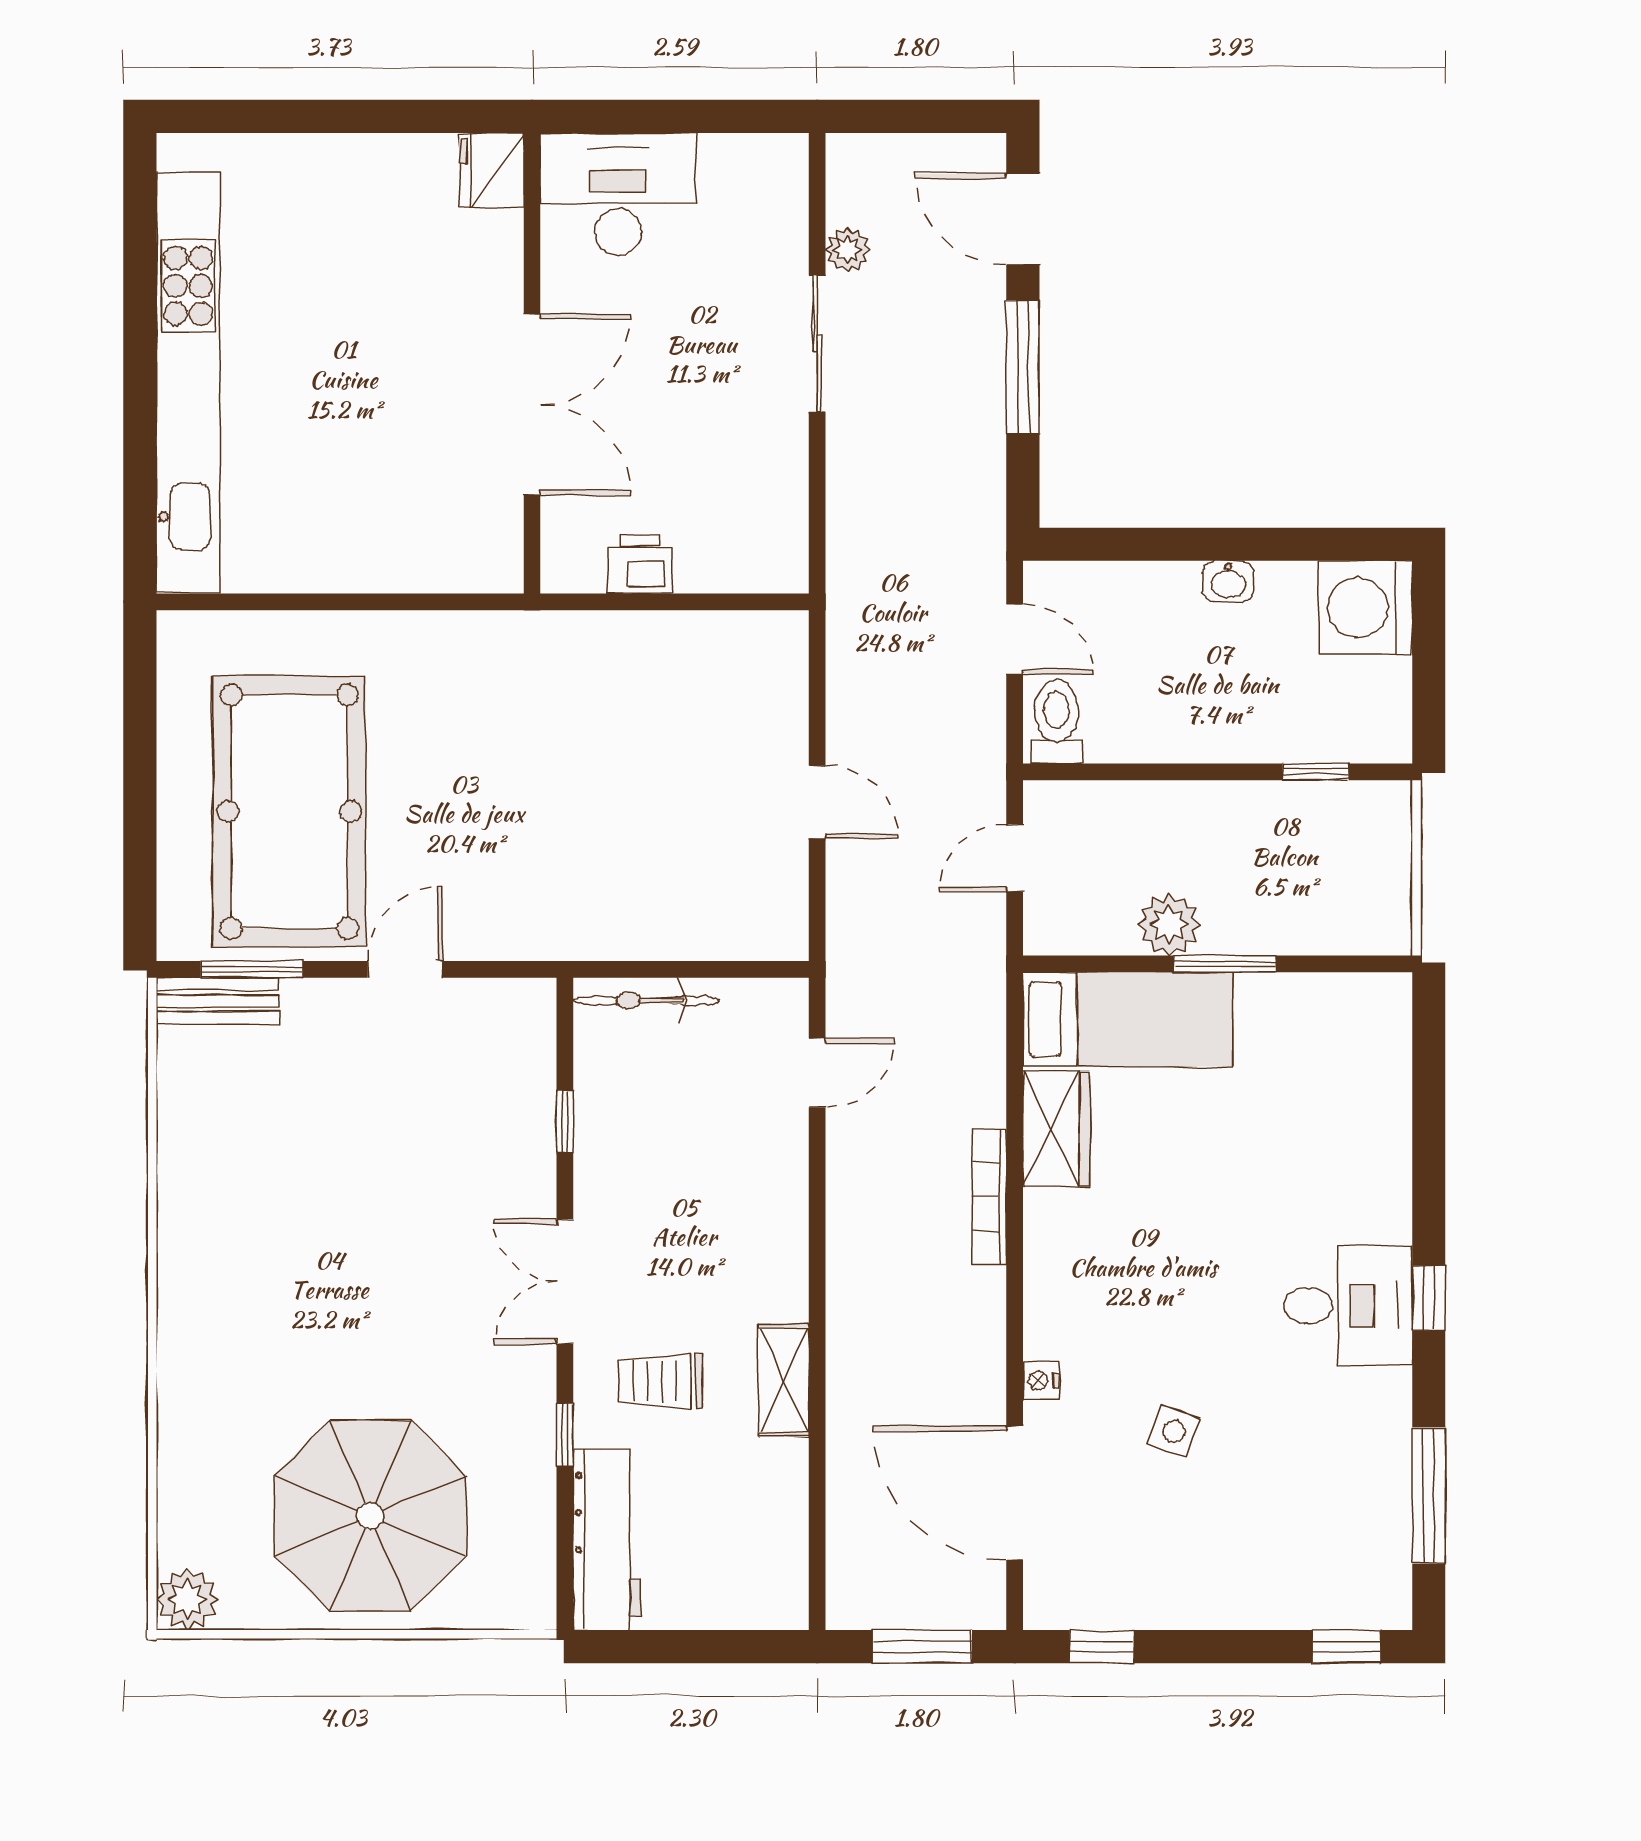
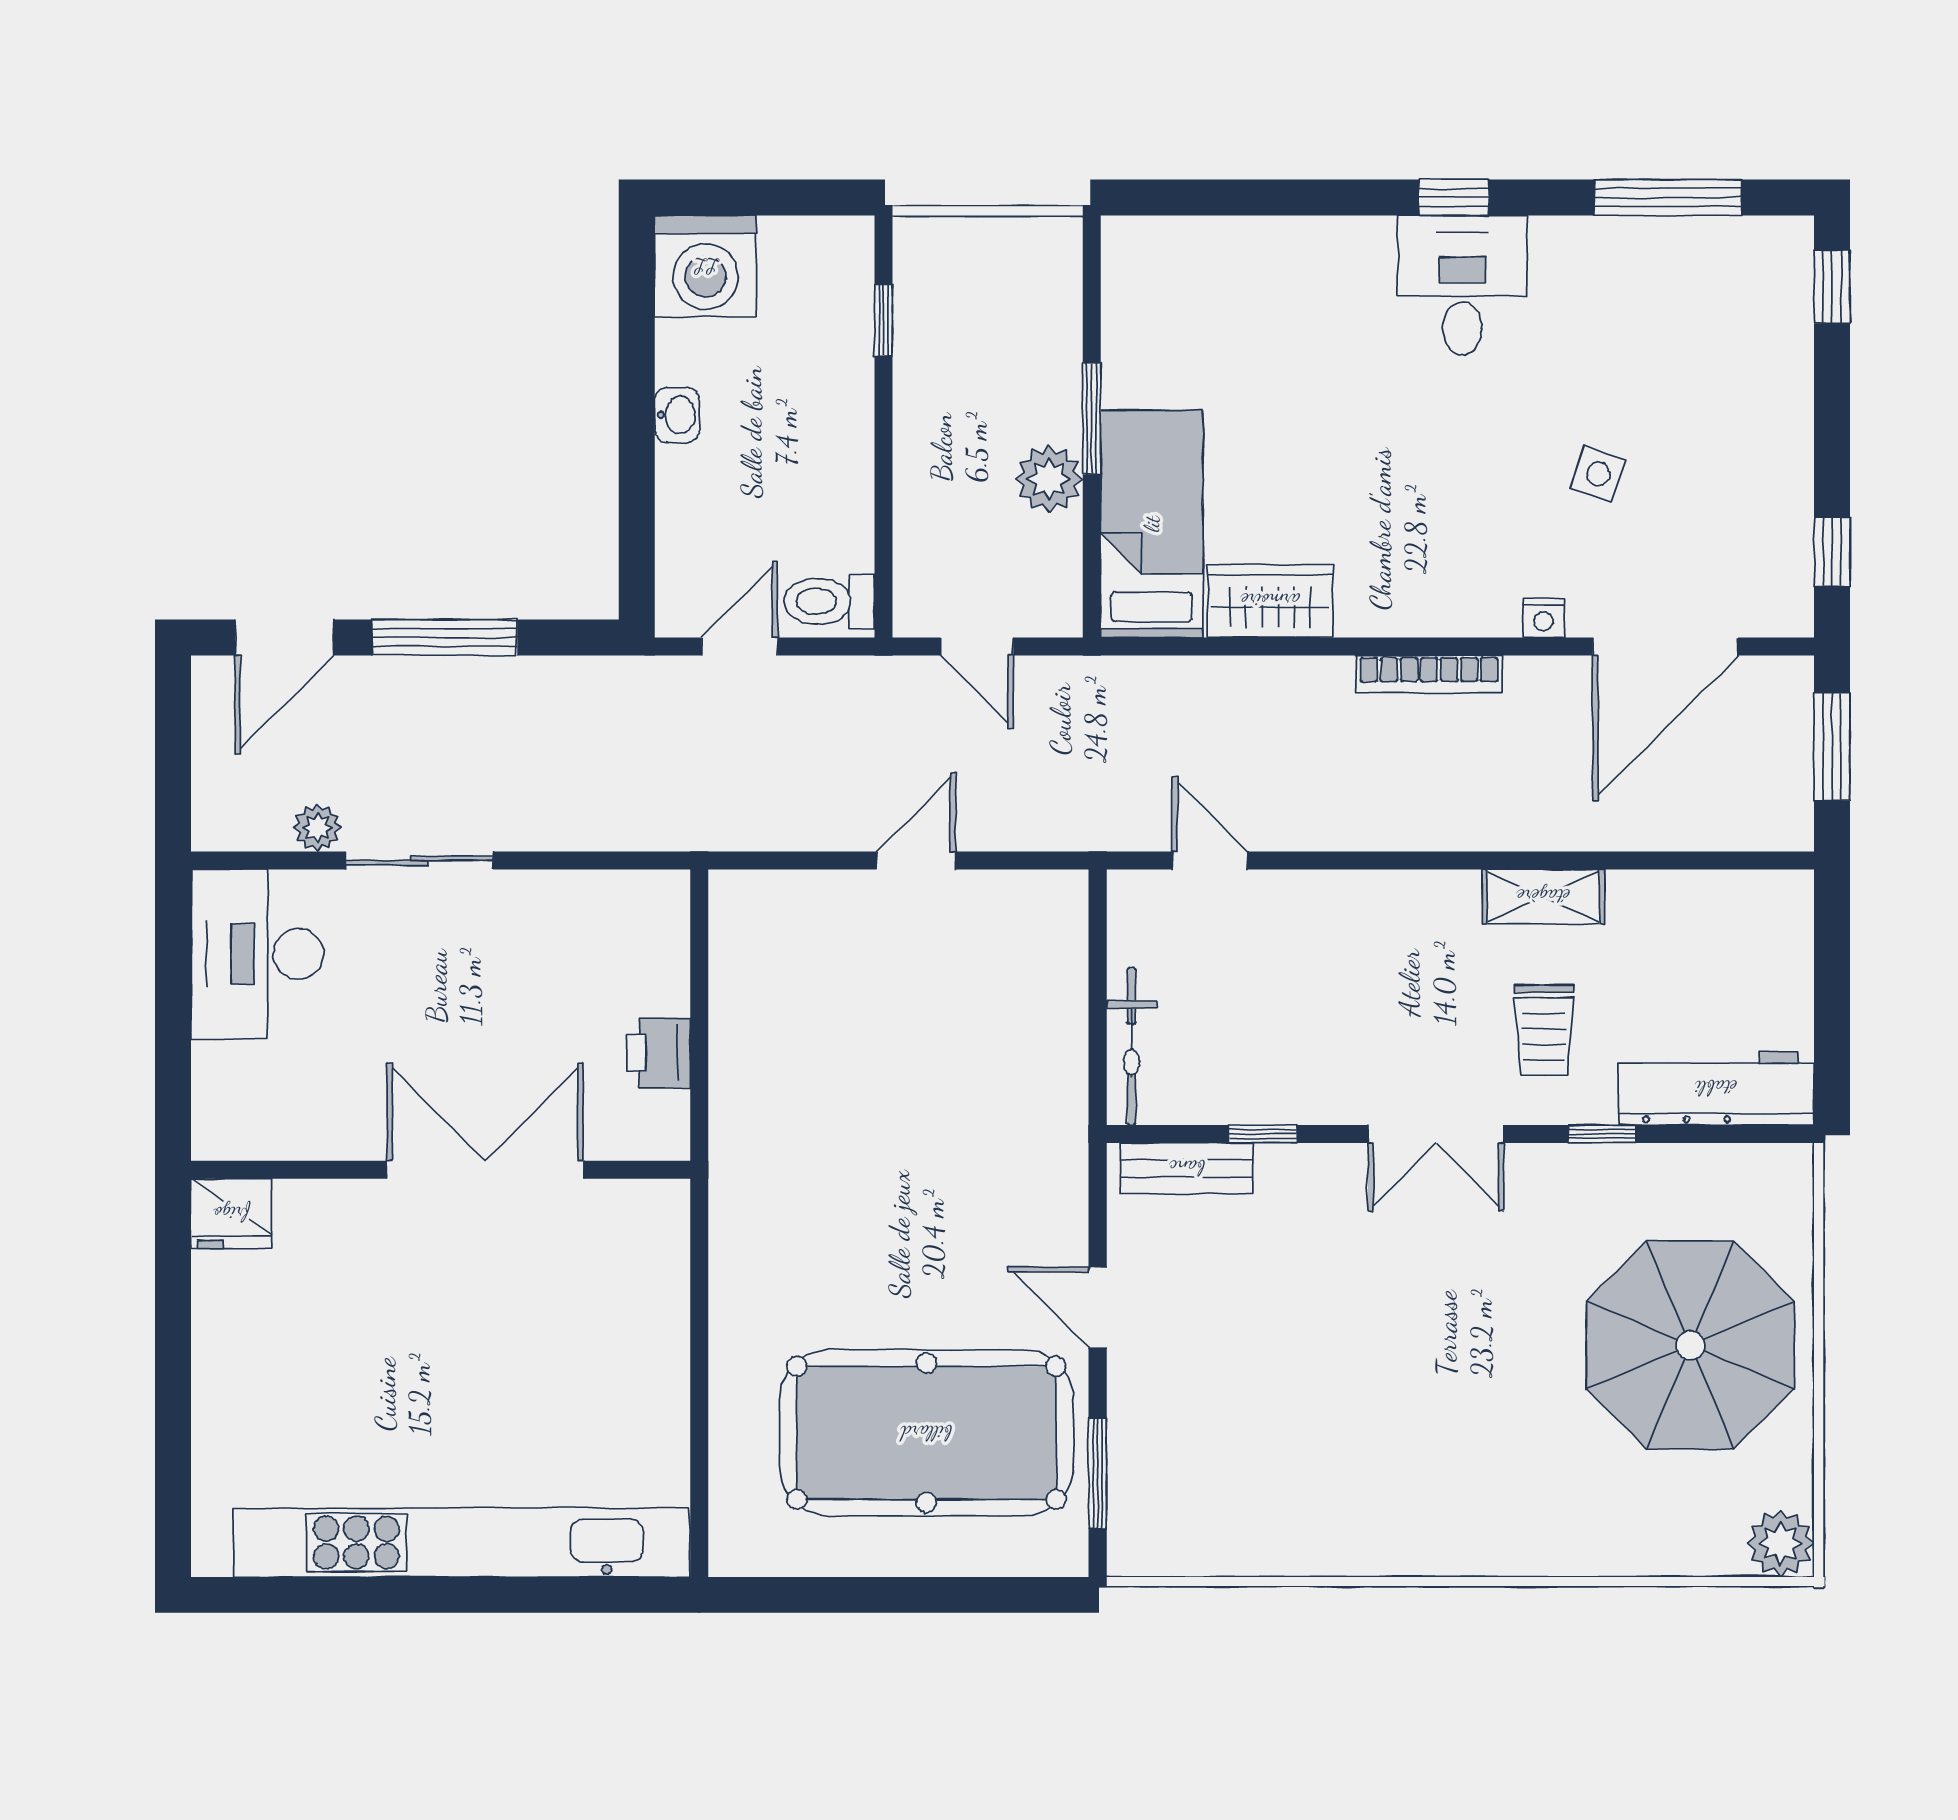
desk: (618, 194) -> (257, 954), moved
bench: (218, 1001) -> (1187, 1168), moved, turned 90
bookcase: (989, 1196) -> (1429, 674), moved

